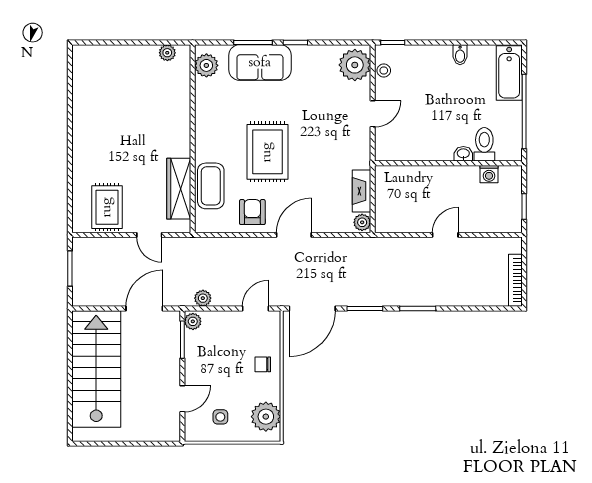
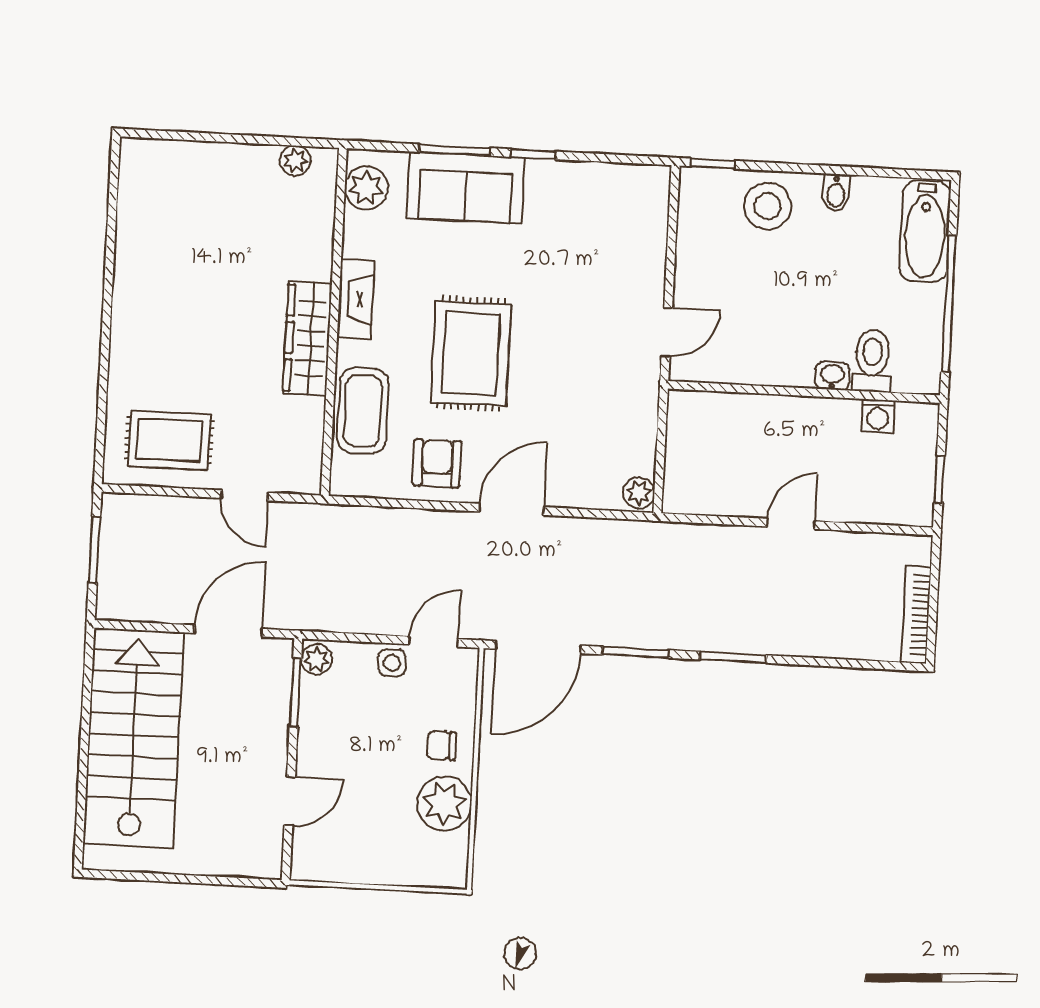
plant: (355, 65) -> (640, 201), removed
stool: (384, 71) -> (767, 206), moved, width x1.89, depth x1.89
door: (373, 114) -> (667, 332), moved
wardrobe: (179, 189) -> (307, 338), moved
fireplace: (362, 191) -> (356, 299), moved, turned 180
rug: (107, 207) -> (169, 440), turned 90
plant: (203, 298) -> (337, 617), removed
side table: (220, 417) -> (392, 663), moved
plant: (266, 417) -> (444, 803), moved

